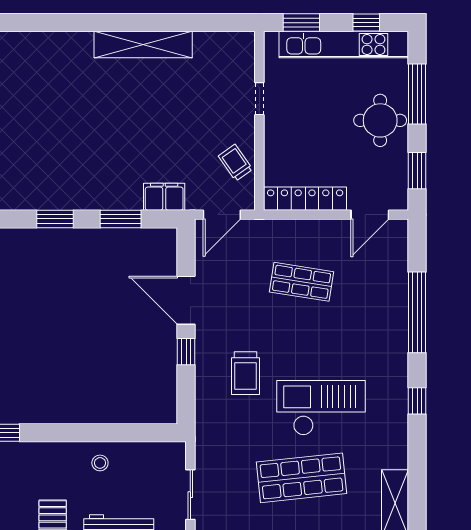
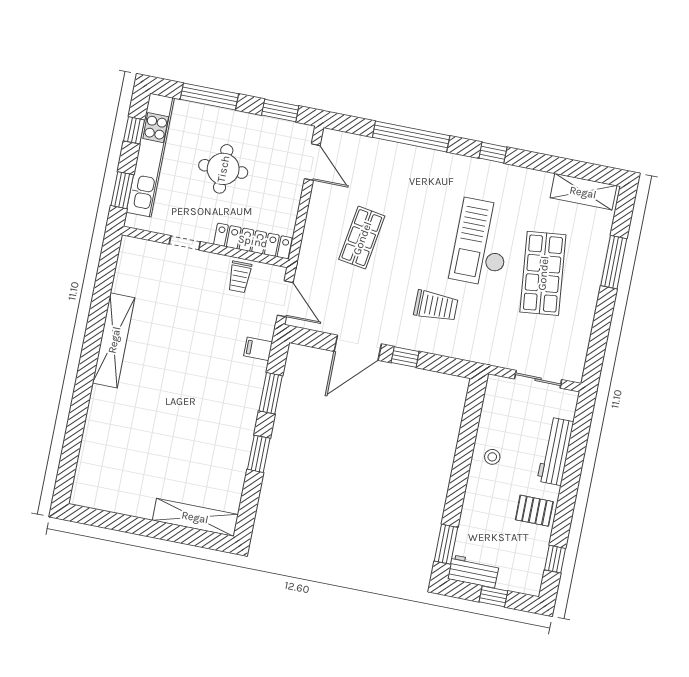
round table: (380, 120) -> (223, 169), moved
trolley: (235, 163) -> (240, 277), turned -55
filing cabinet: (164, 197) -> (258, 349), width x0.50
locker: (305, 199) -> (253, 241), moved, turned 90

